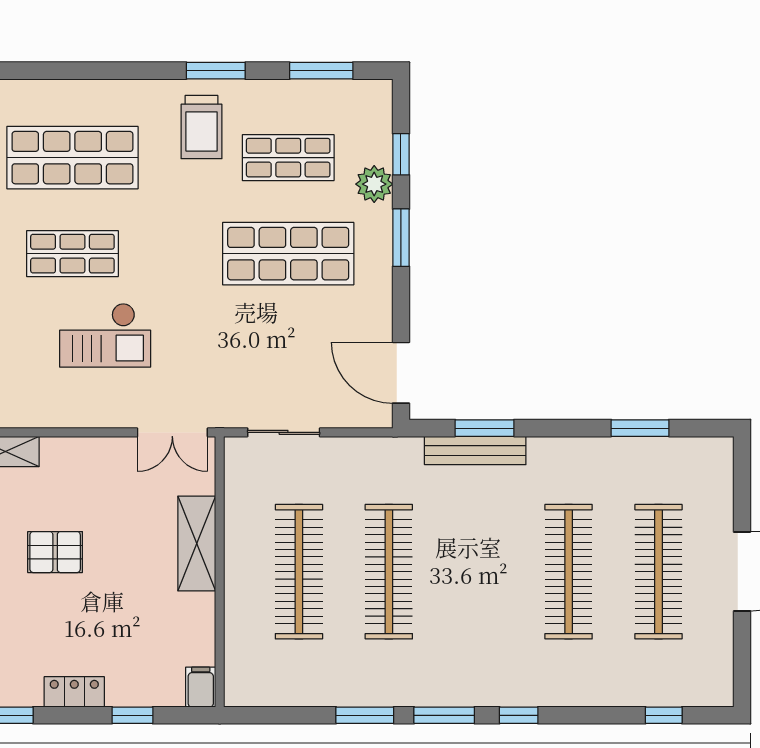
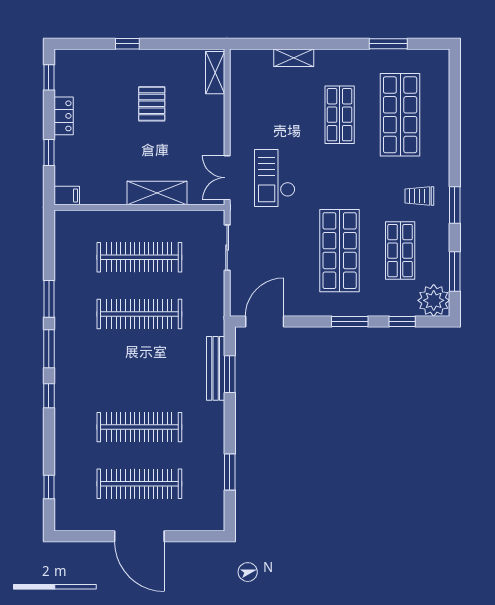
trolley: (201, 127) -> (419, 196), width x0.73, depth x0.72
plant: (374, 184) -> (434, 300), moved, width x1.36, depth x1.36
checkout: (105, 335) -> (275, 178), moved

